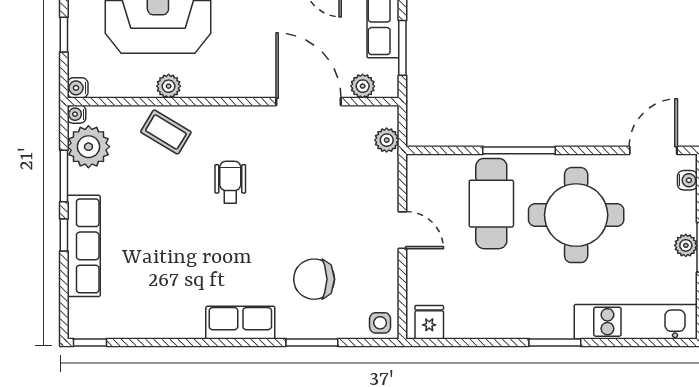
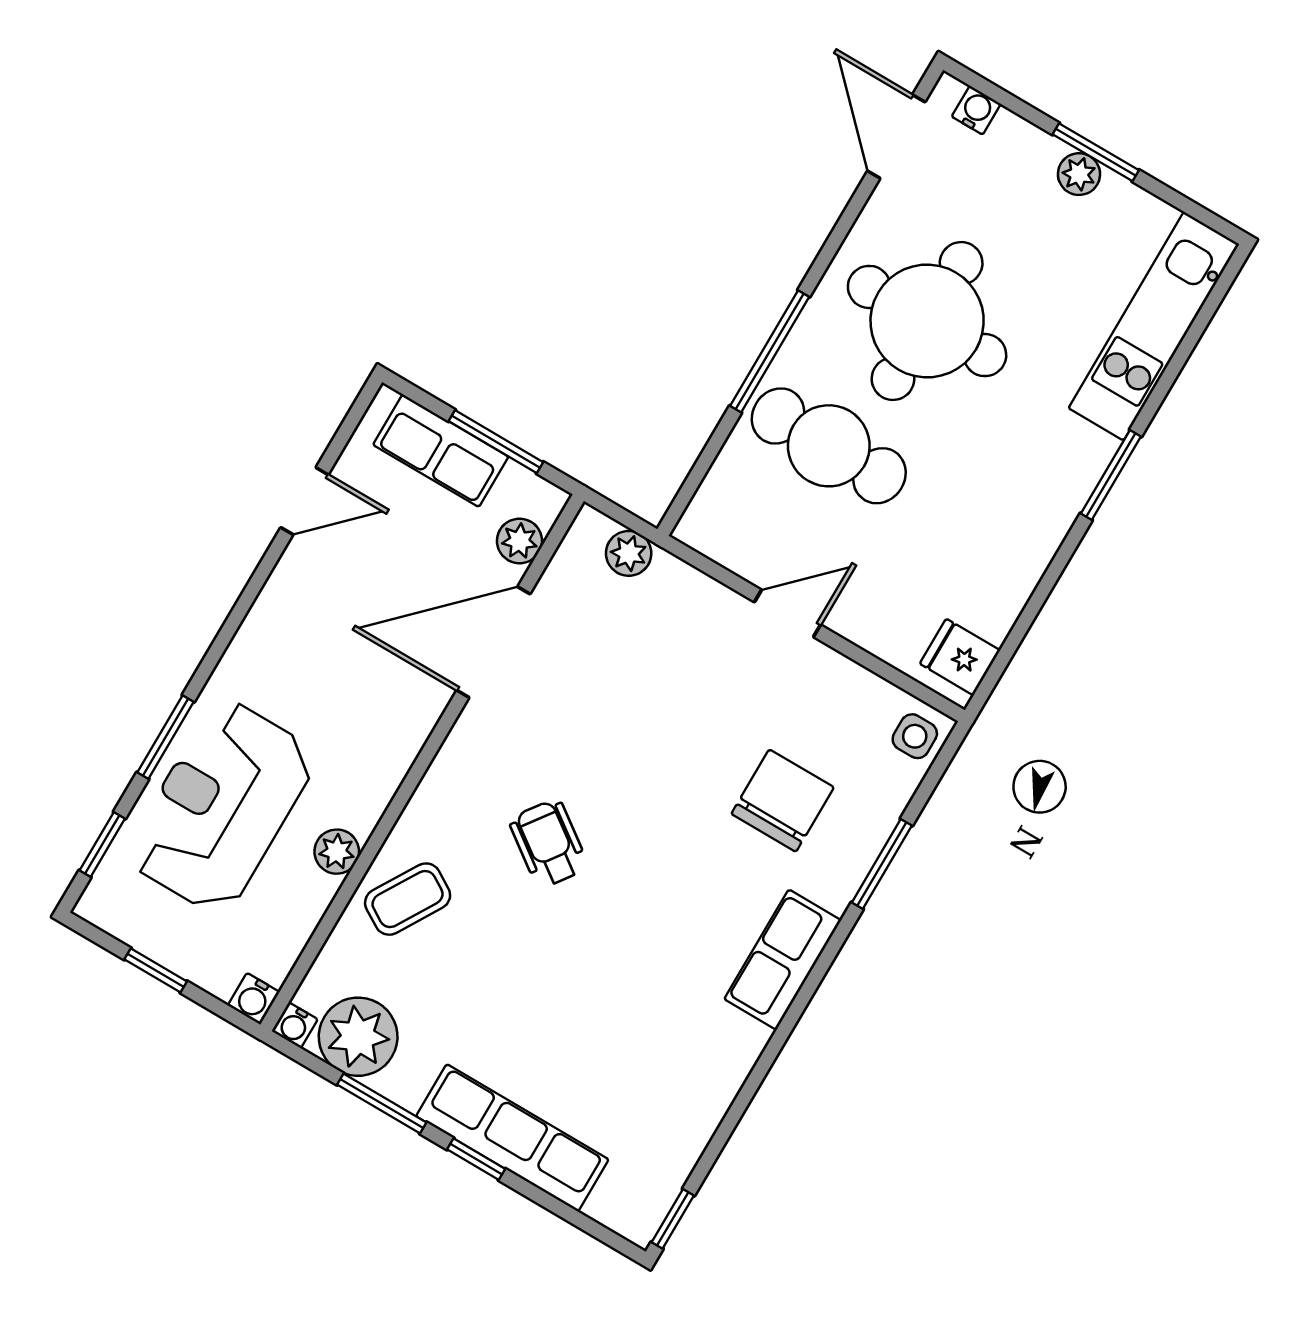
wheelchair: (230, 182) -> (549, 843), turned 36
chair: (314, 279) -> (783, 801), turned 180

